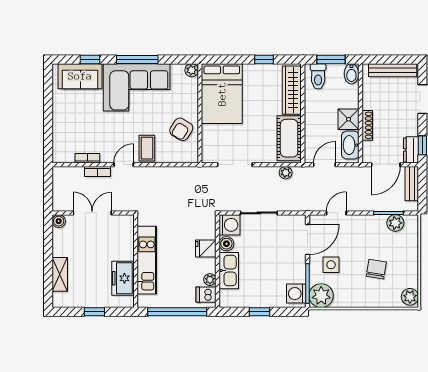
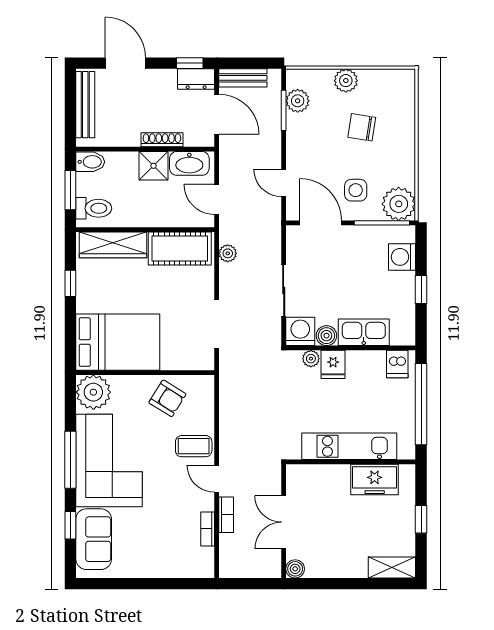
plant: (192, 70) -> (93, 392), width x1.88, depth x1.88
shelving: (60, 274) -> (392, 567), moved
plant: (210, 280) -> (311, 359), moved
washing machine: (296, 294) -> (402, 257), moved, turned 90
plant: (410, 297) -> (346, 81), moved

